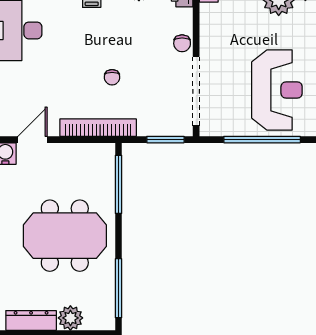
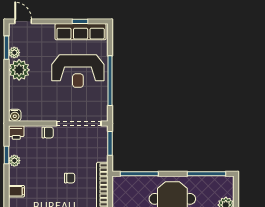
reception desk: (277, 90) -> (78, 71), turned 180

